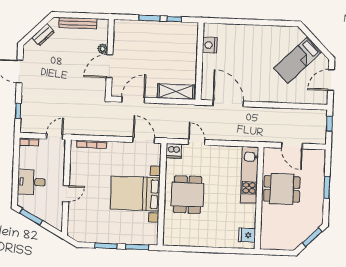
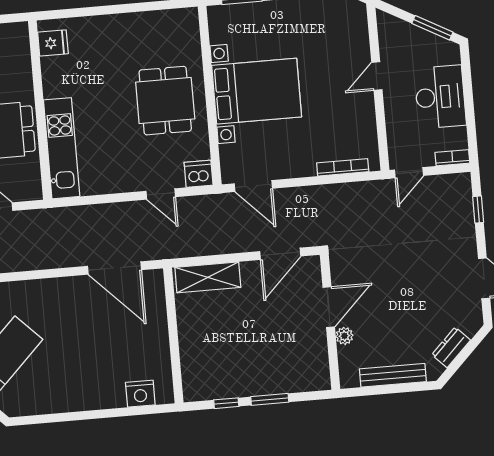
nightstand: (210, 45) -> (140, 394), moved, turned 90
desk: (31, 182) -> (440, 97), width x1.37

